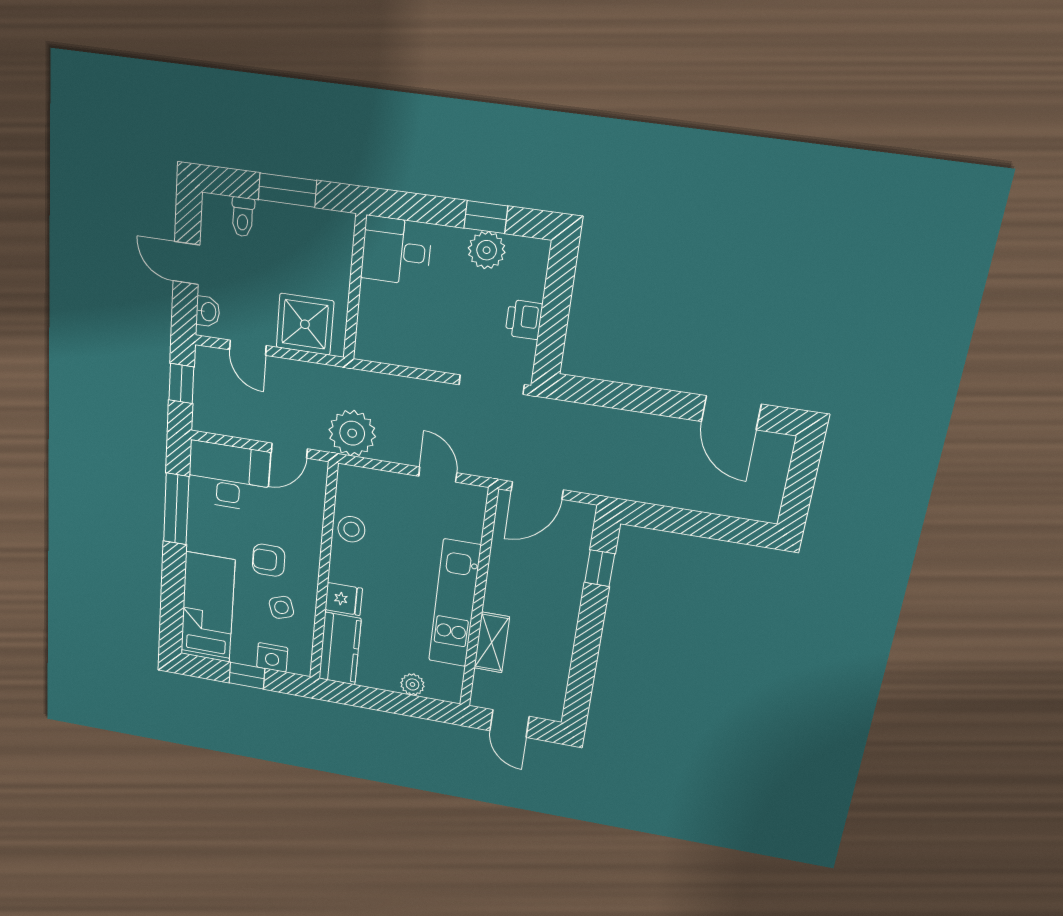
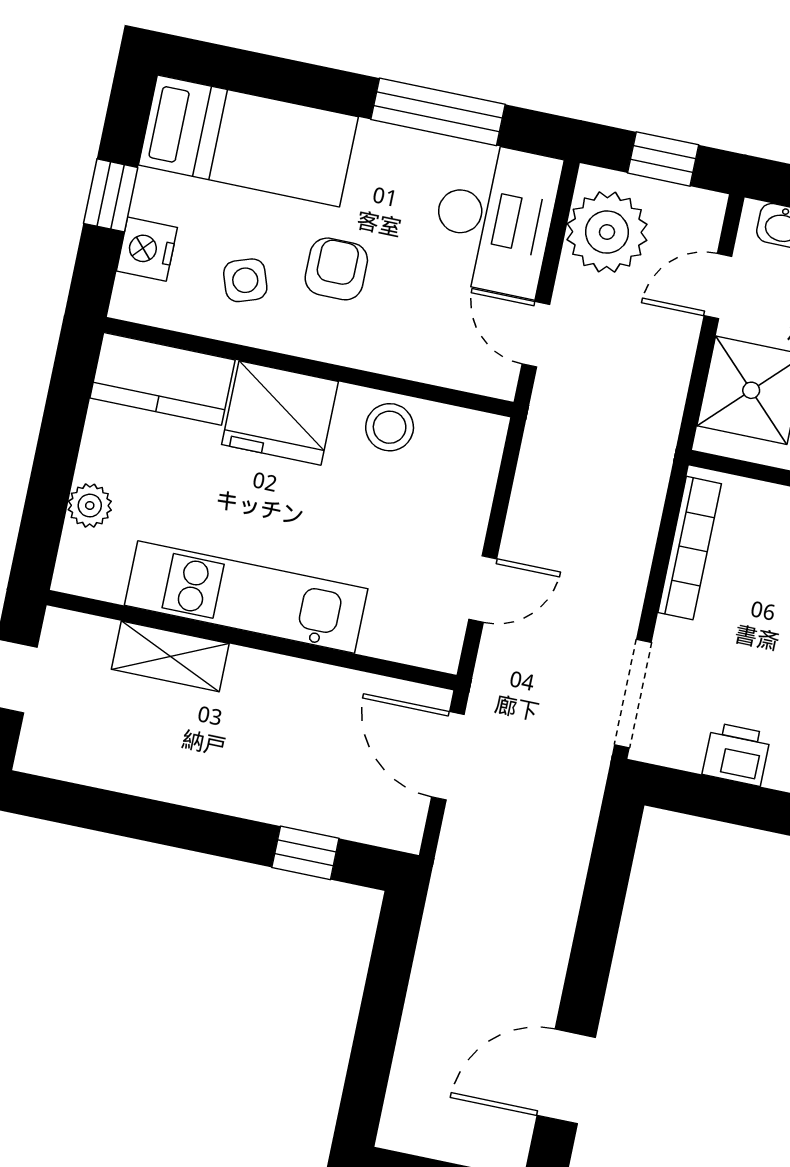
bookcase: (402, 356) -> (690, 548), added
plant: (352, 433) -> (607, 232), moved
fridge: (344, 599) -> (280, 413), width x1.88, depth x1.34

